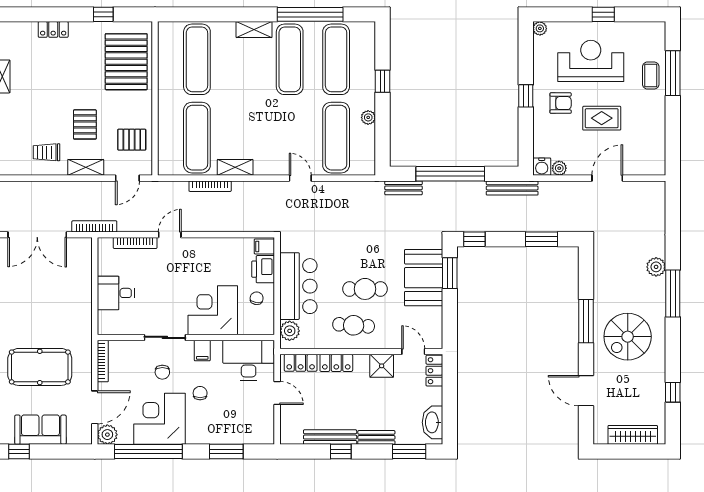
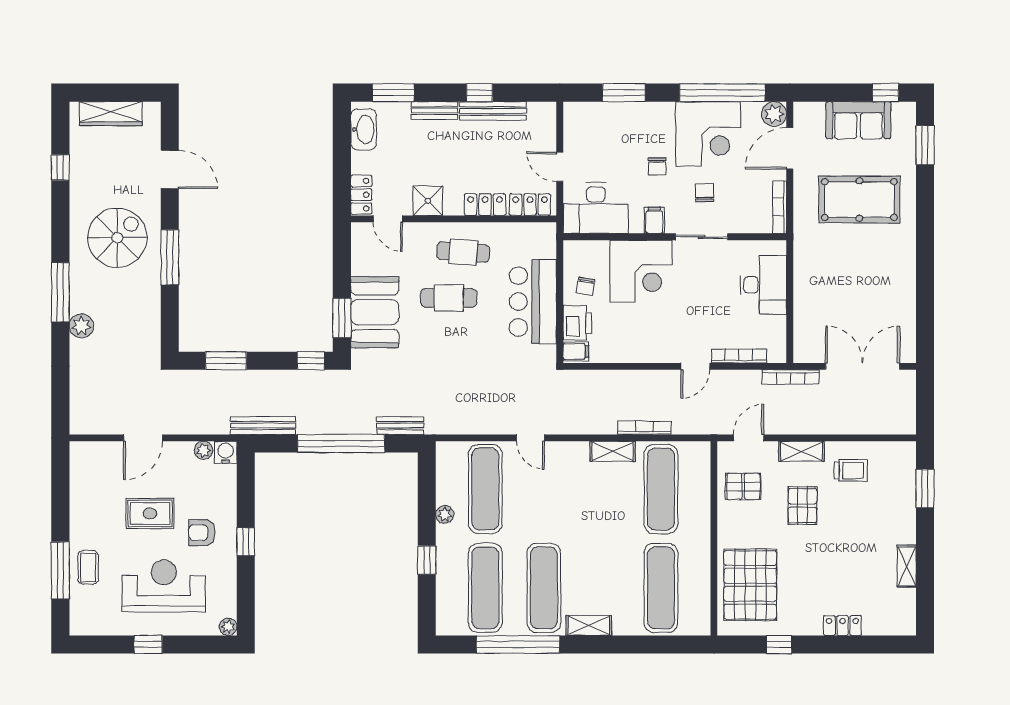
reception desk: (591, 61) -> (164, 586), turned 180
desk: (116, 293) -> (763, 285), width x1.37
plant: (290, 331) -> (544, 245), removed

